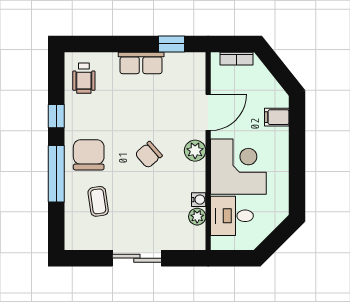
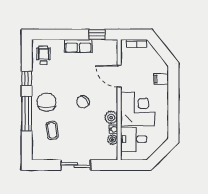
wheelchair: (84, 78) -> (44, 55), turned 180
door: (208, 112) -> (119, 76), swing flipped
plant: (195, 151) -> (111, 118), moved

